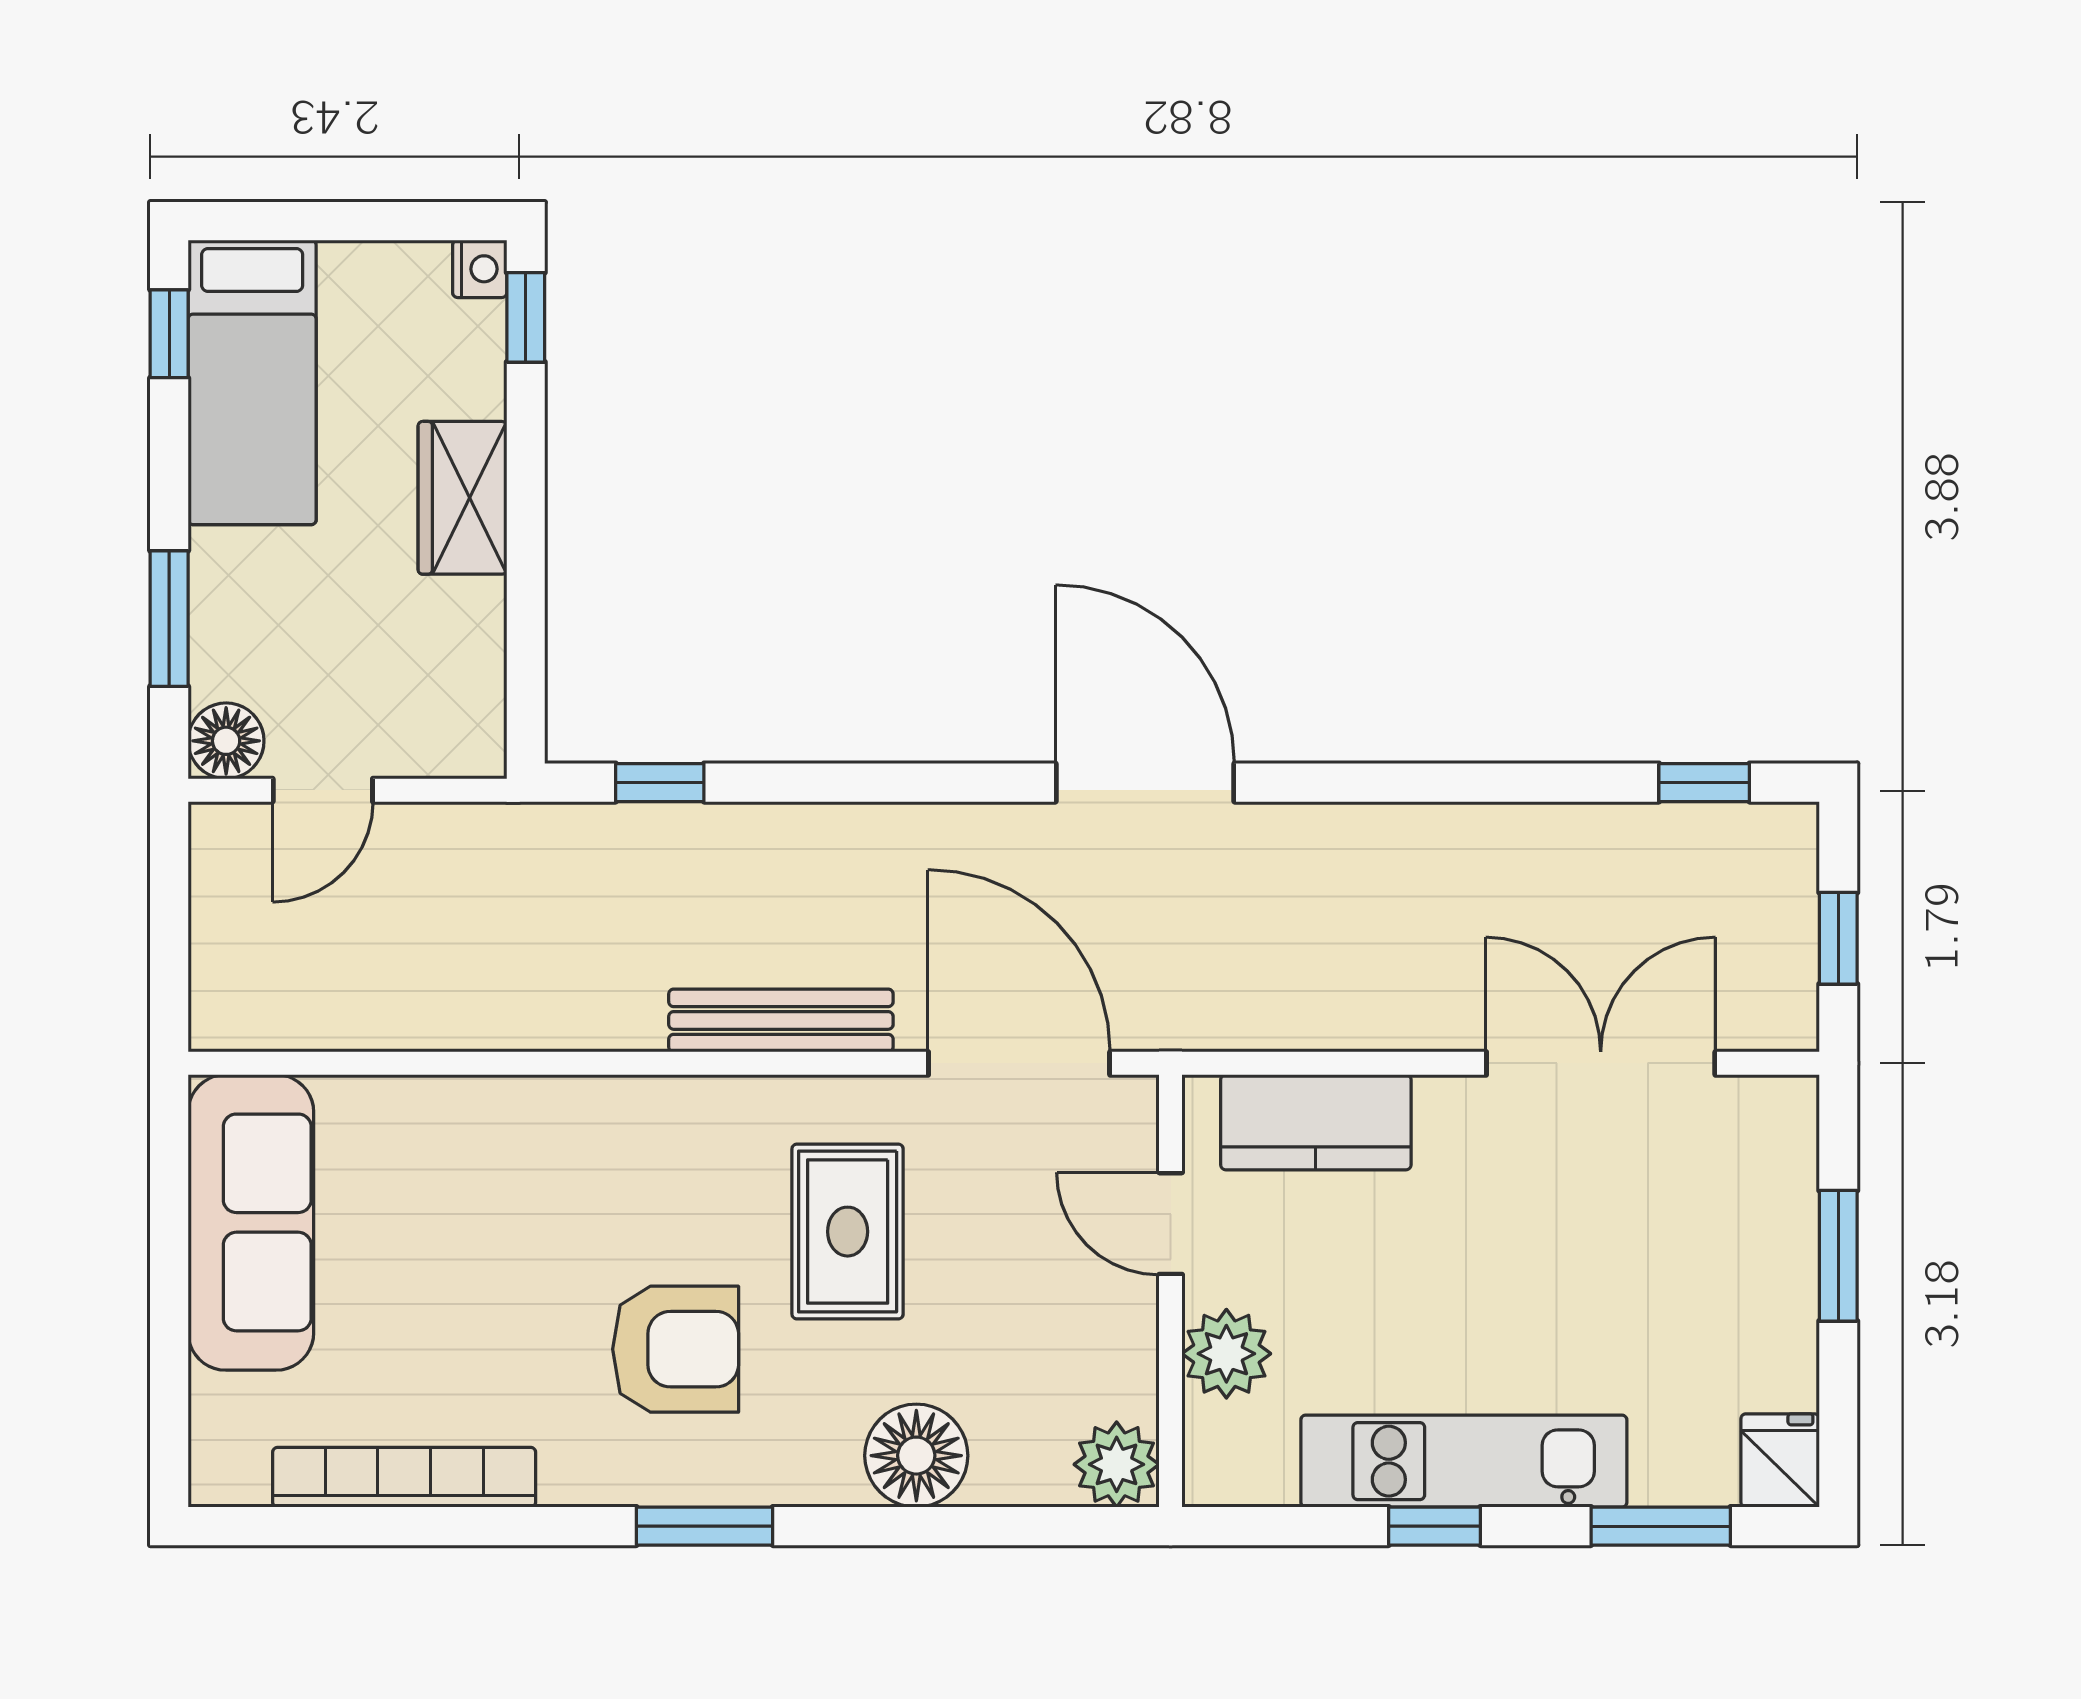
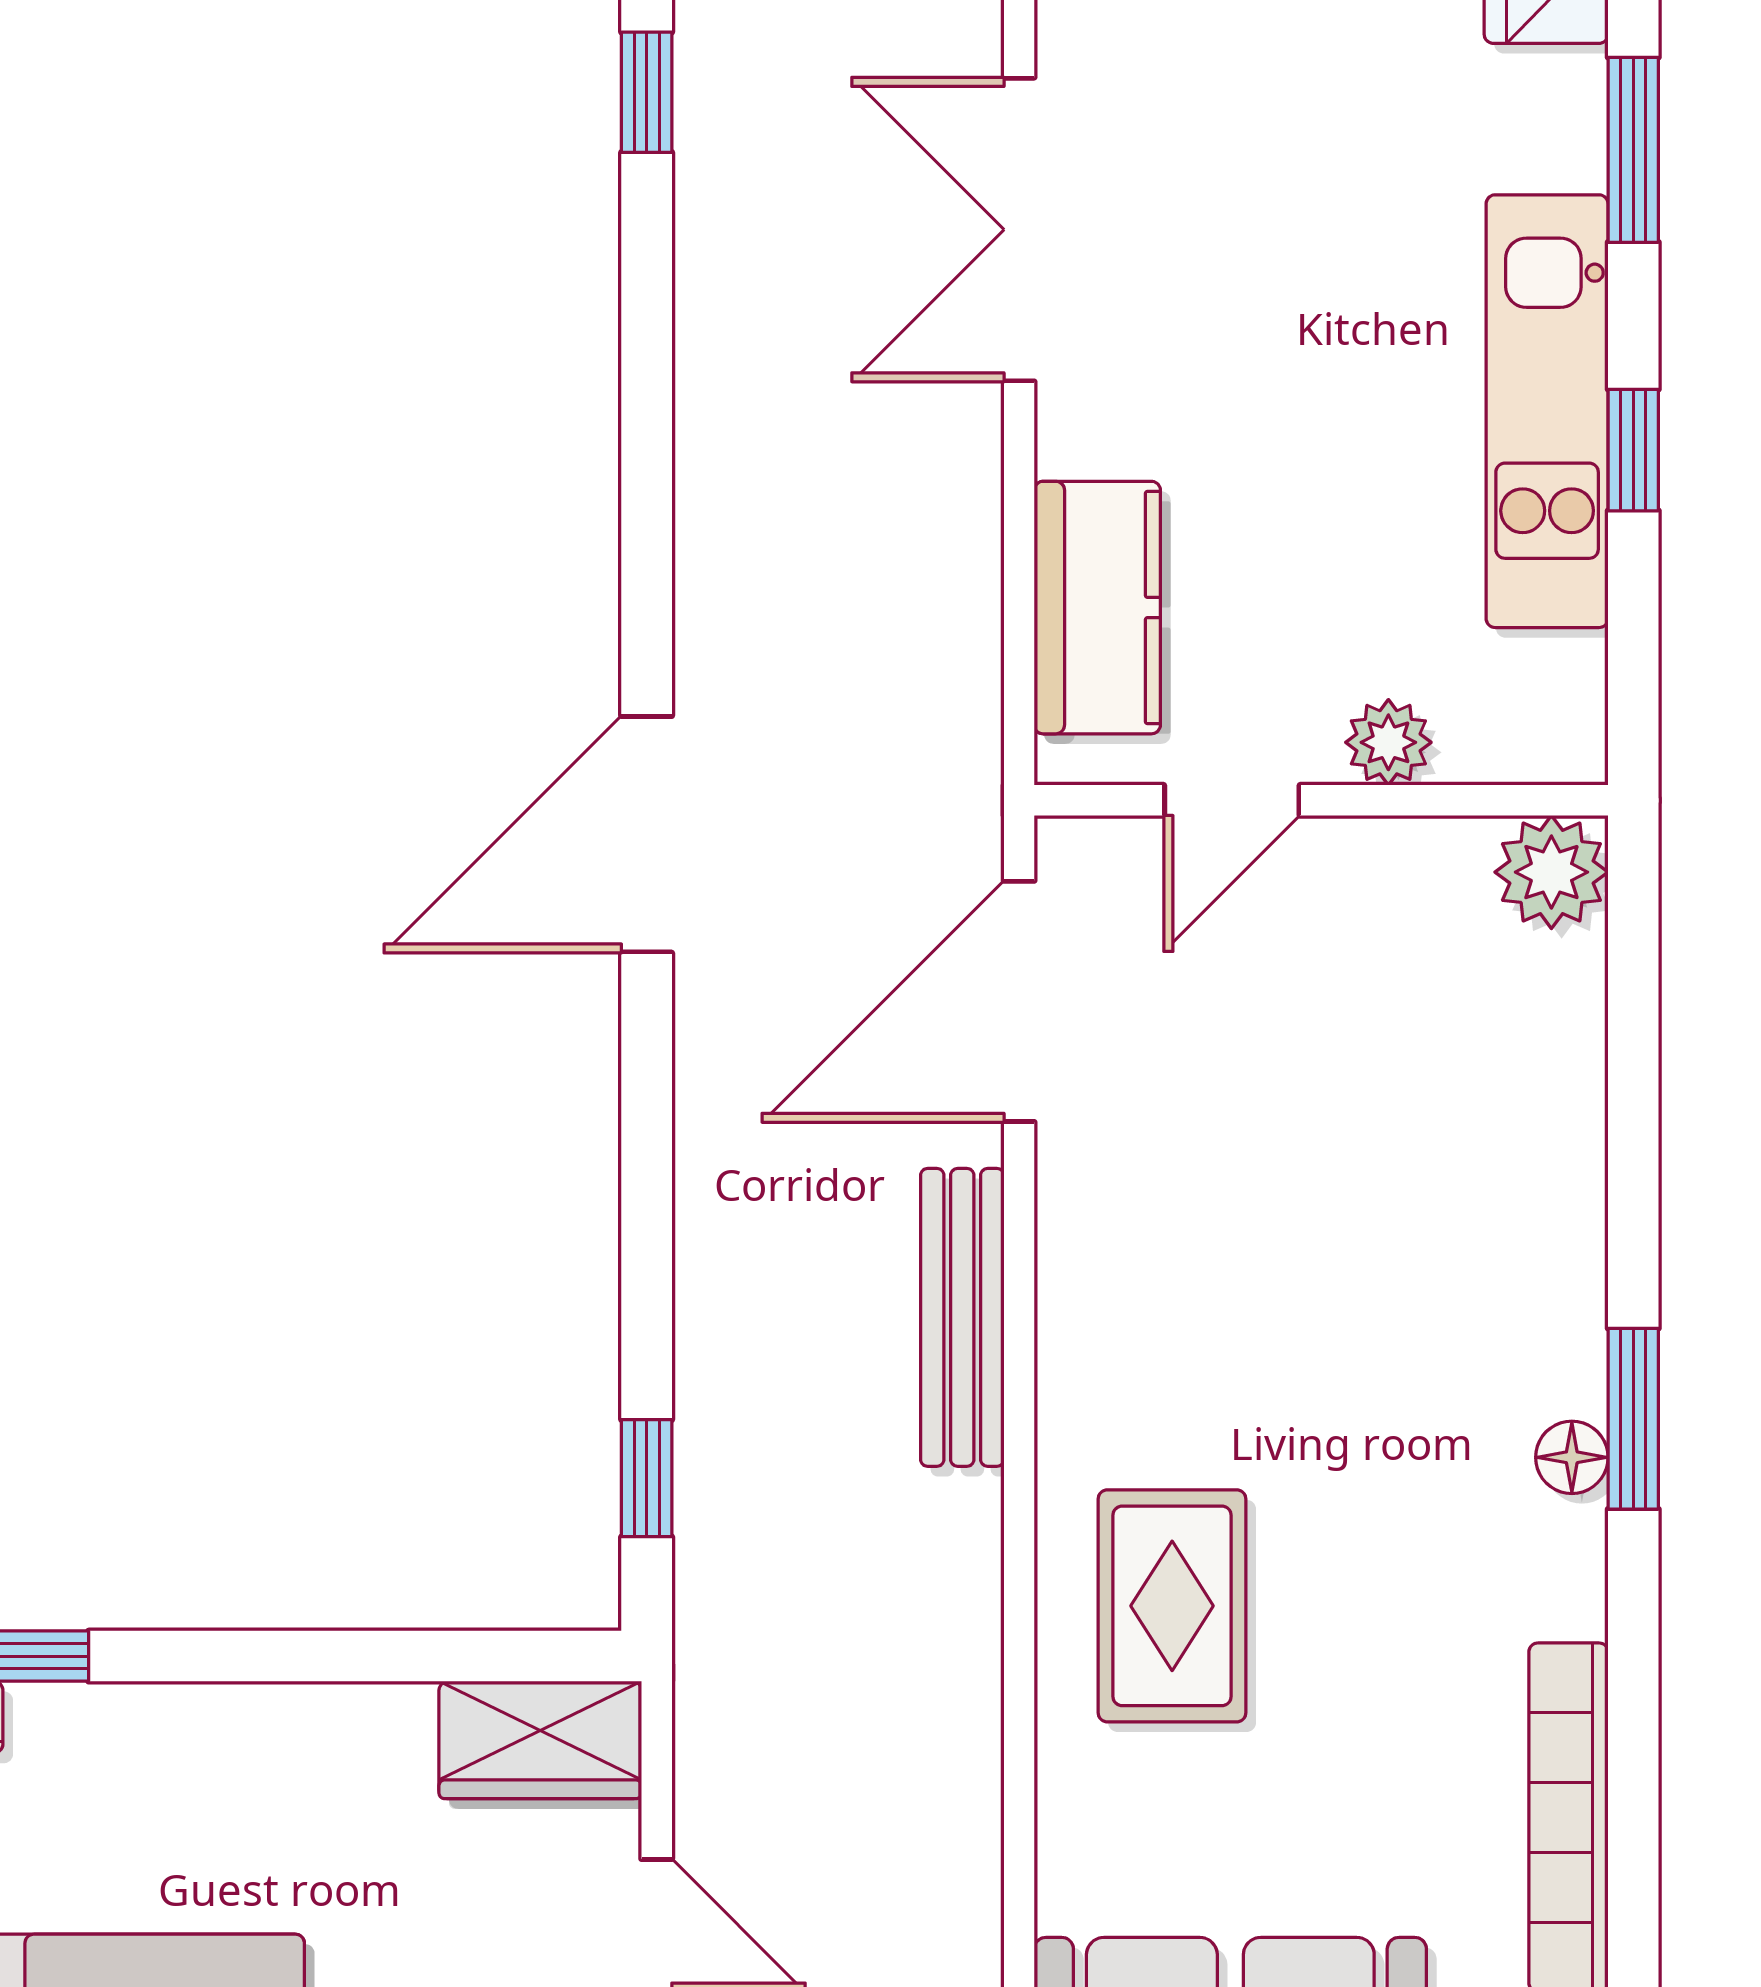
wardrobe: (462, 498) -> (540, 1740), moved
rug: (848, 1232) -> (1172, 1606), moved, turned 90
armchair: (676, 1349) -> (1399, 1457), removed
plant: (1226, 1354) -> (1388, 742), width x0.73, depth x0.73
floor lamp: (916, 1456) -> (1572, 1457), moved, width x0.53, depth x0.53

